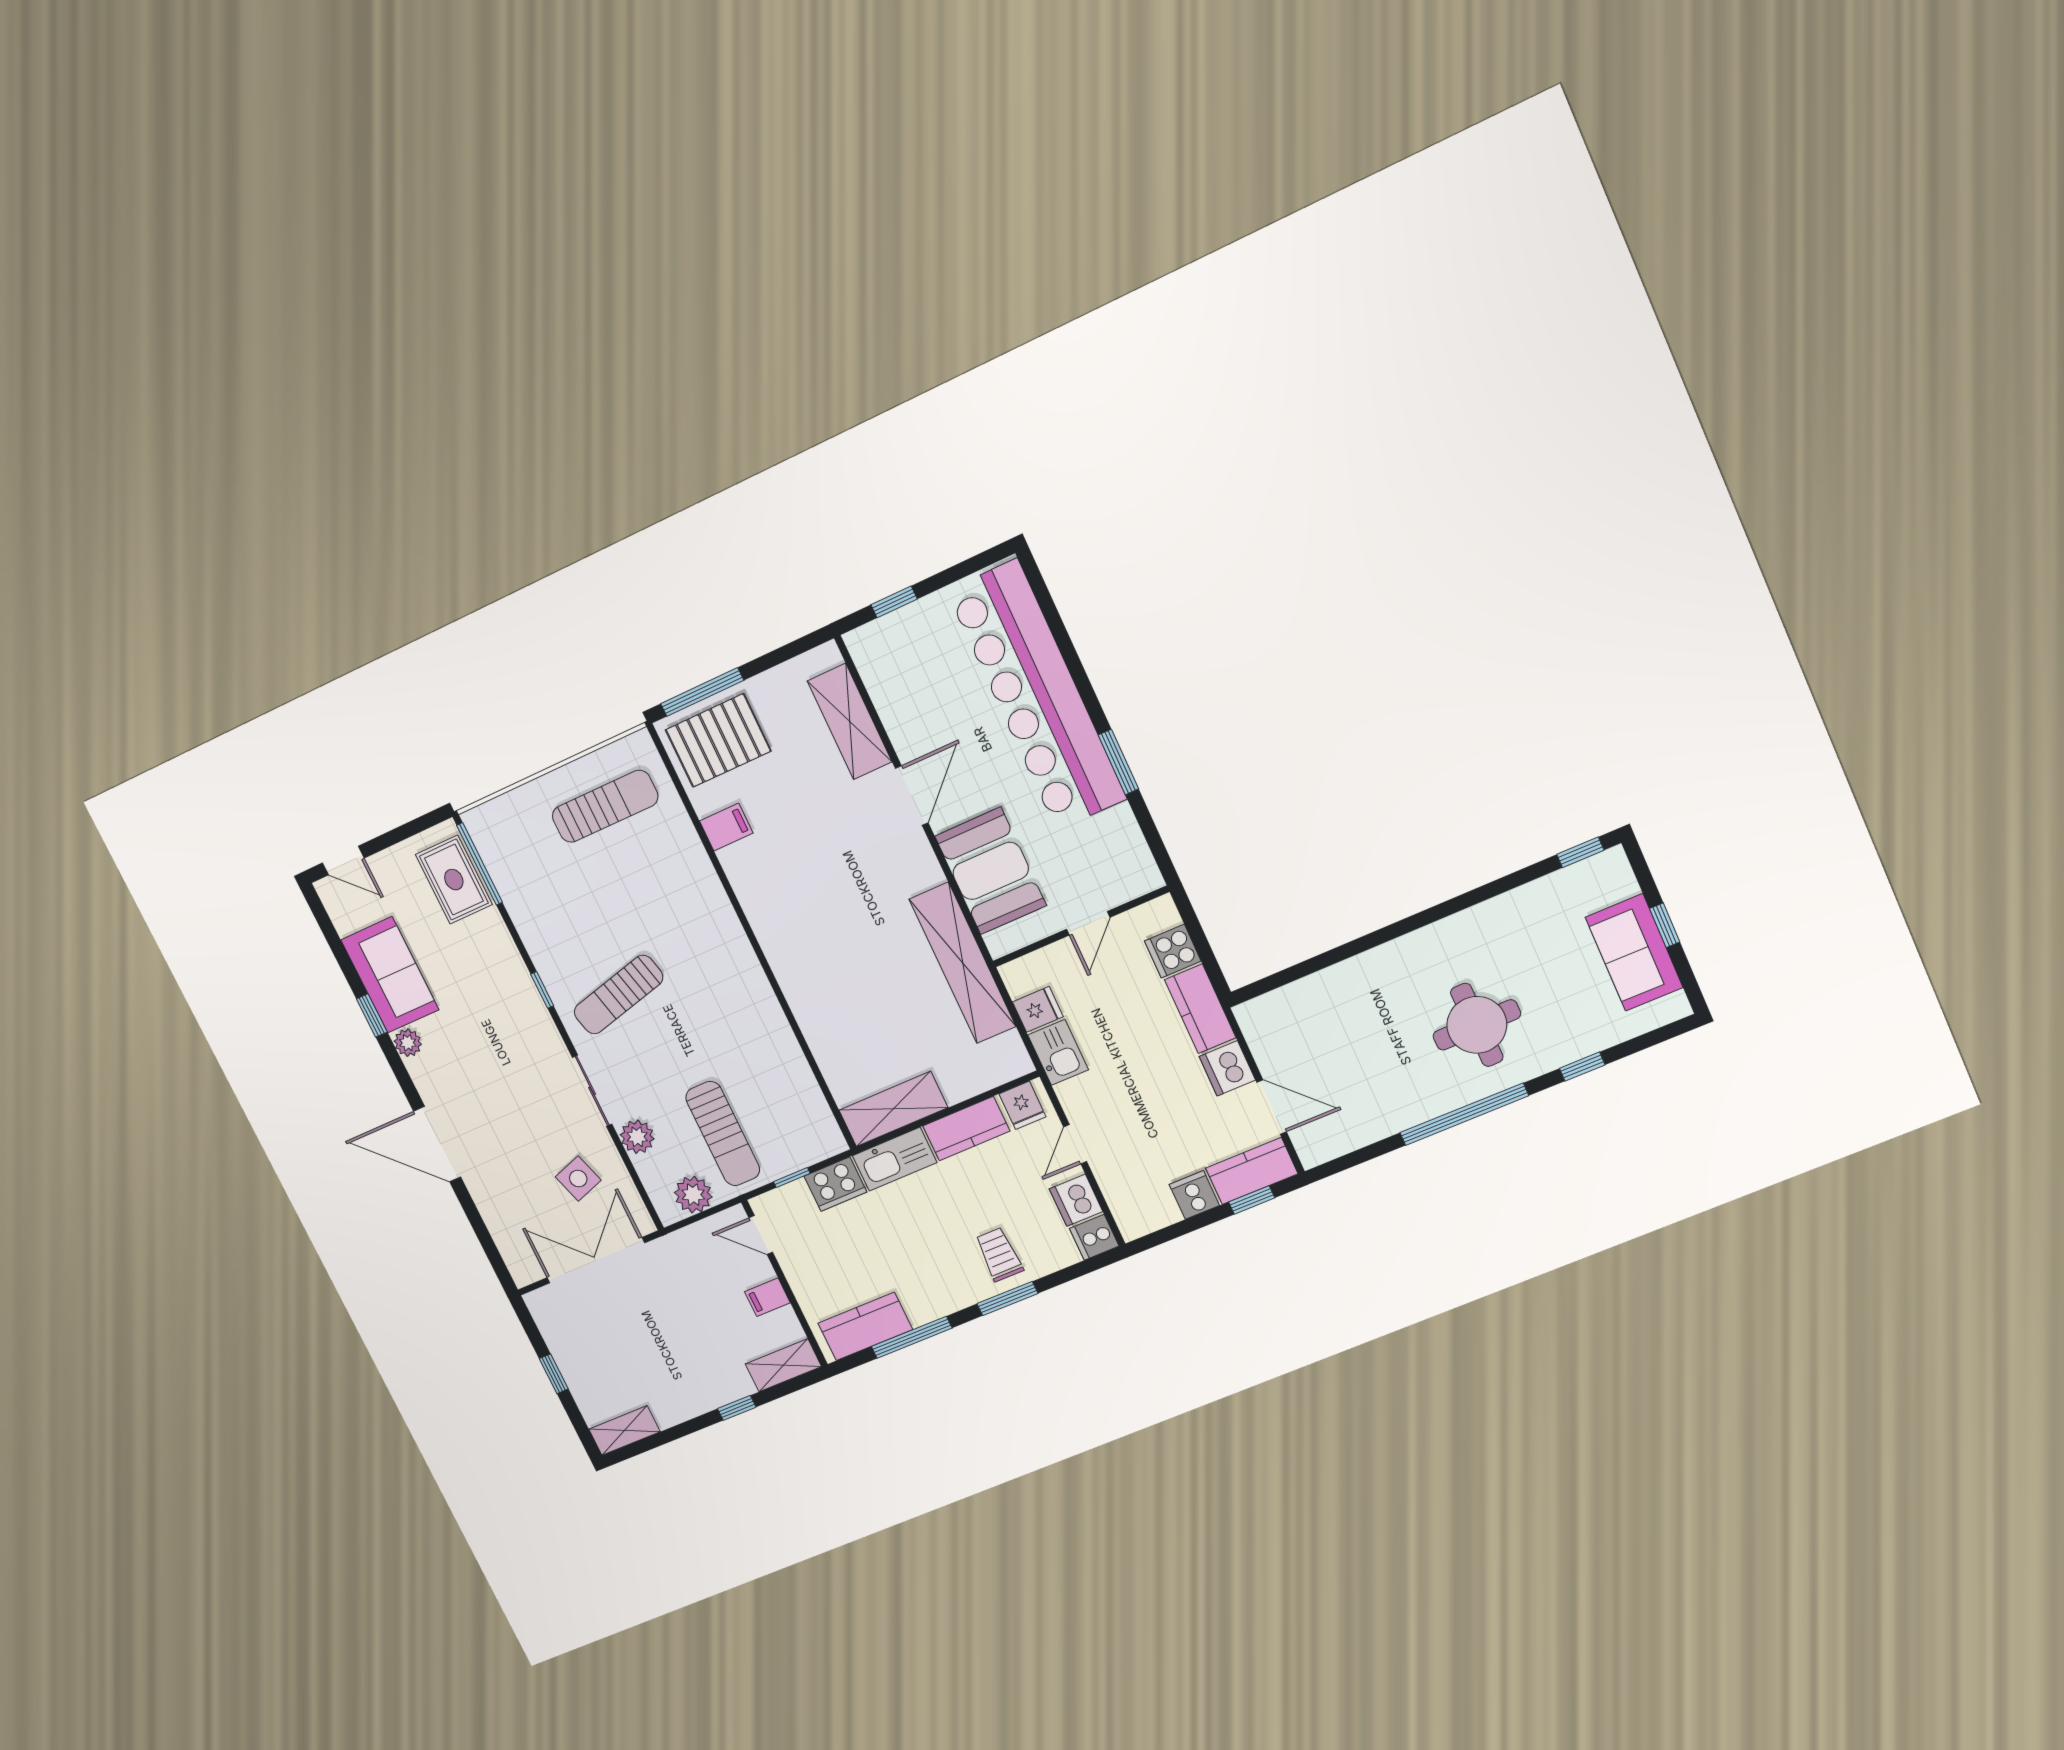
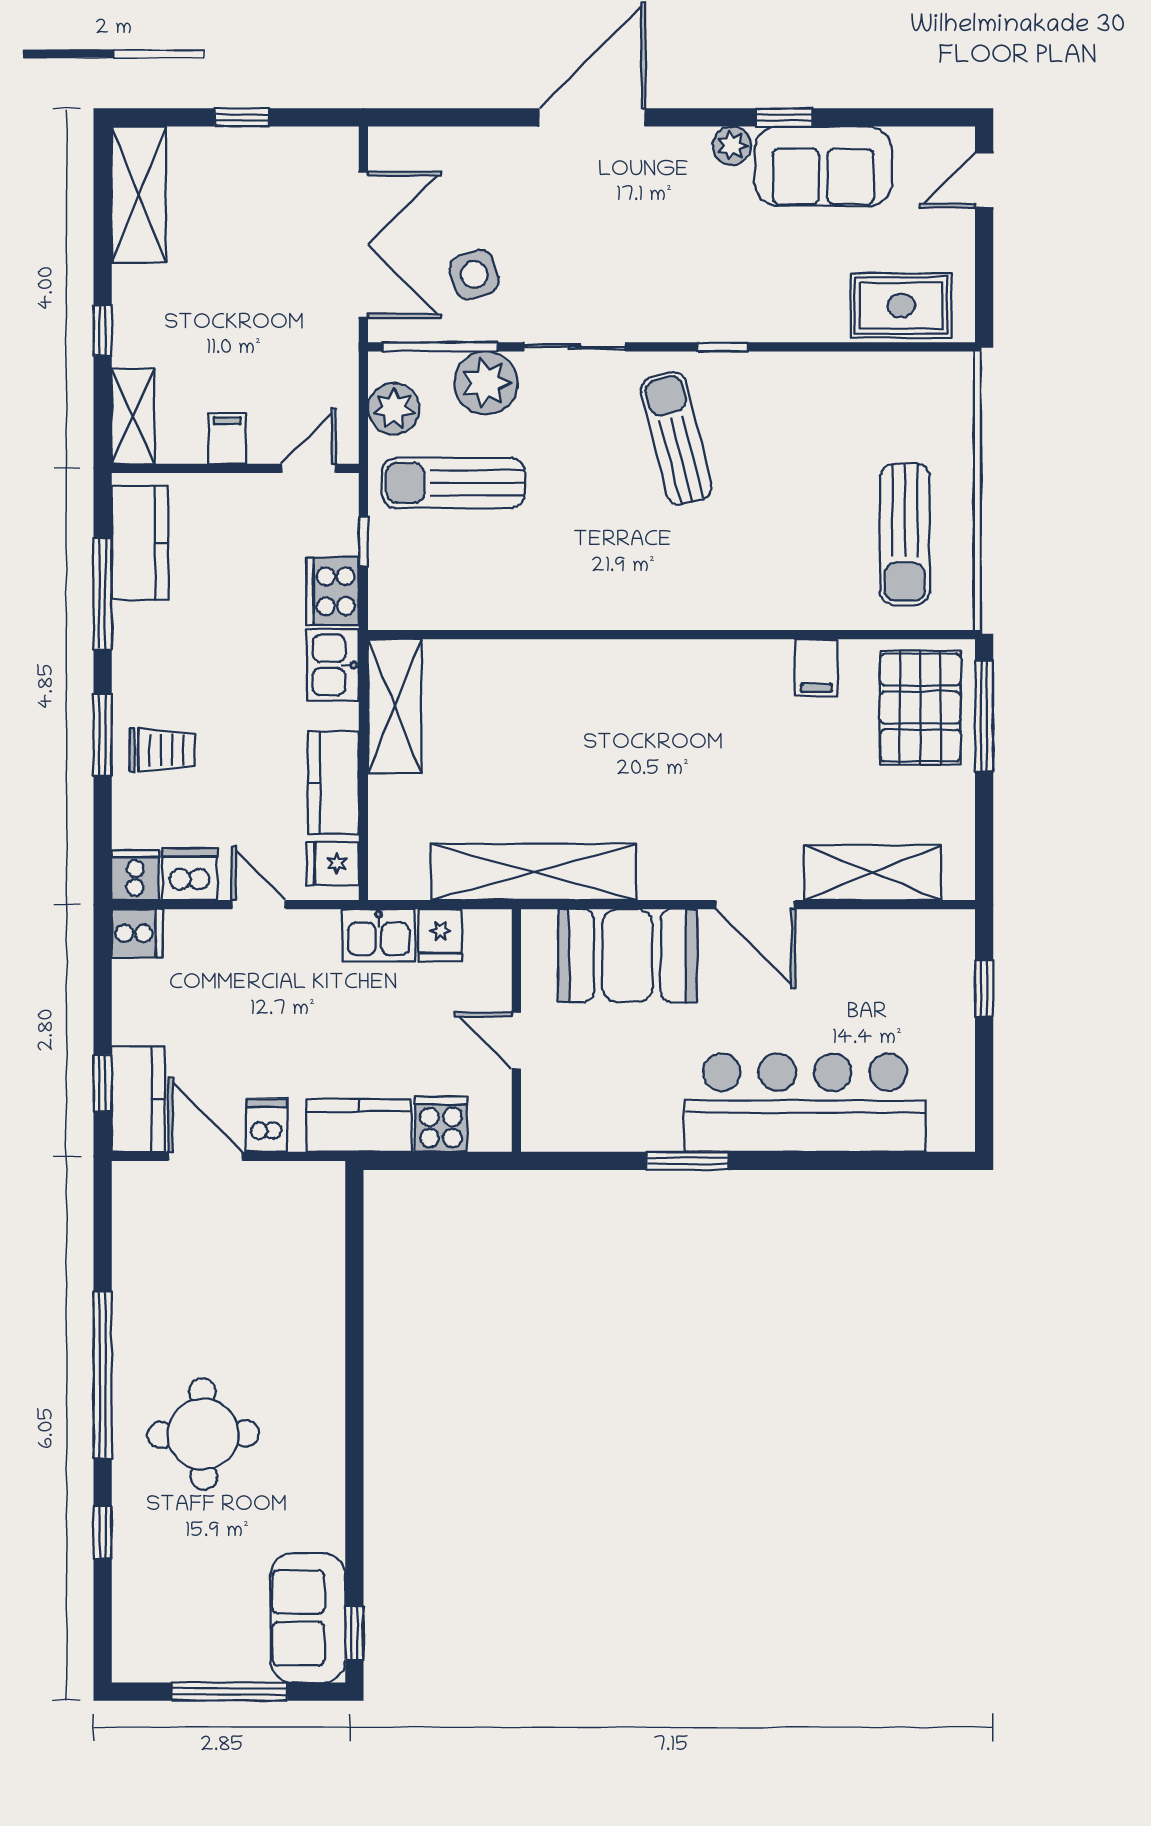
bar counter: (1037, 695) -> (805, 1103), width x0.73
window: (480, 864) -> (440, 347), moved
window: (1665, 925) -> (229, 1692), width x2.17
sofa: (1634, 952) -> (308, 1618), moved, turned -90
dishwasher: (1227, 1068) -> (267, 1125), width x0.73
door: (1272, 1107) -> (206, 1156), swing flipped
plant: (637, 1137) -> (486, 383), width x1.36, depth x1.36
kitchen sink: (895, 1159) -> (333, 665), width x0.73
cooker: (1194, 1195) -> (137, 933), moved
shelving: (624, 1430) -> (139, 195), width x1.50, depth x1.33

